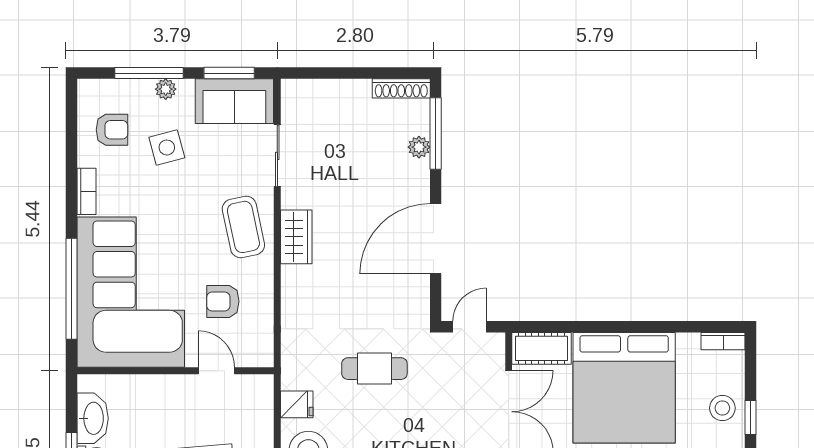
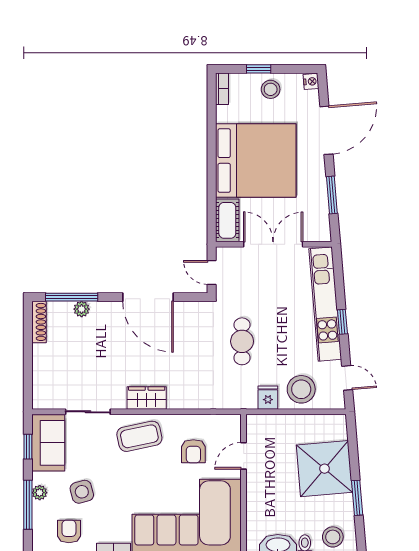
window: (229, 73) -> (28, 447), width x0.67
window: (751, 417) -> (259, 69), moved

